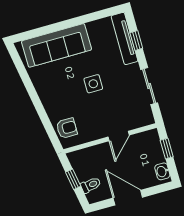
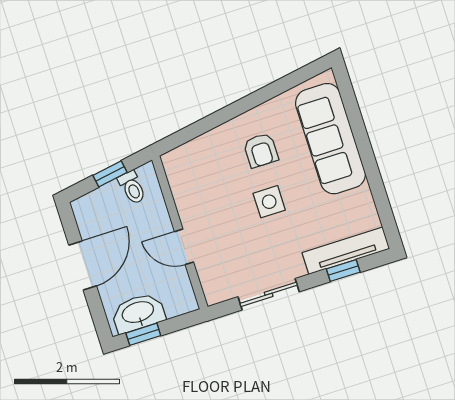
armchair: (67, 128) -> (261, 150), moved
window: (167, 149) -> (143, 334), moved
washbasin: (162, 171) -> (138, 313), width x1.91, depth x1.45
toilet: (91, 185) -> (132, 187), moved

